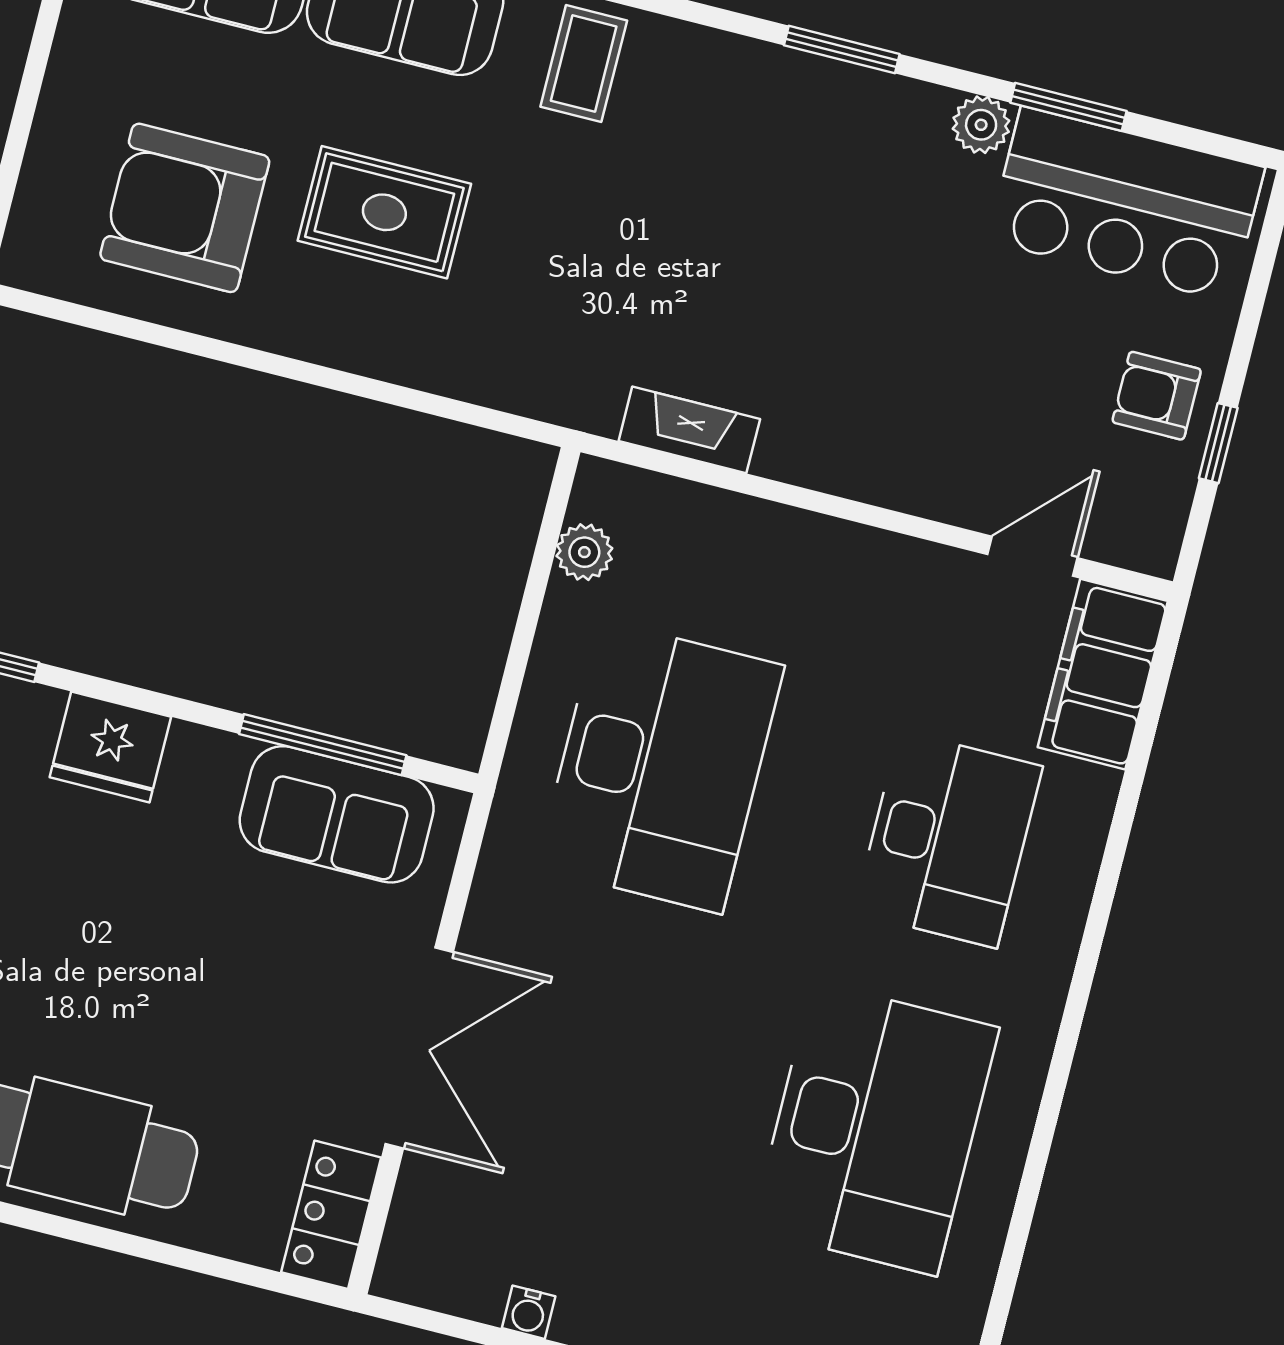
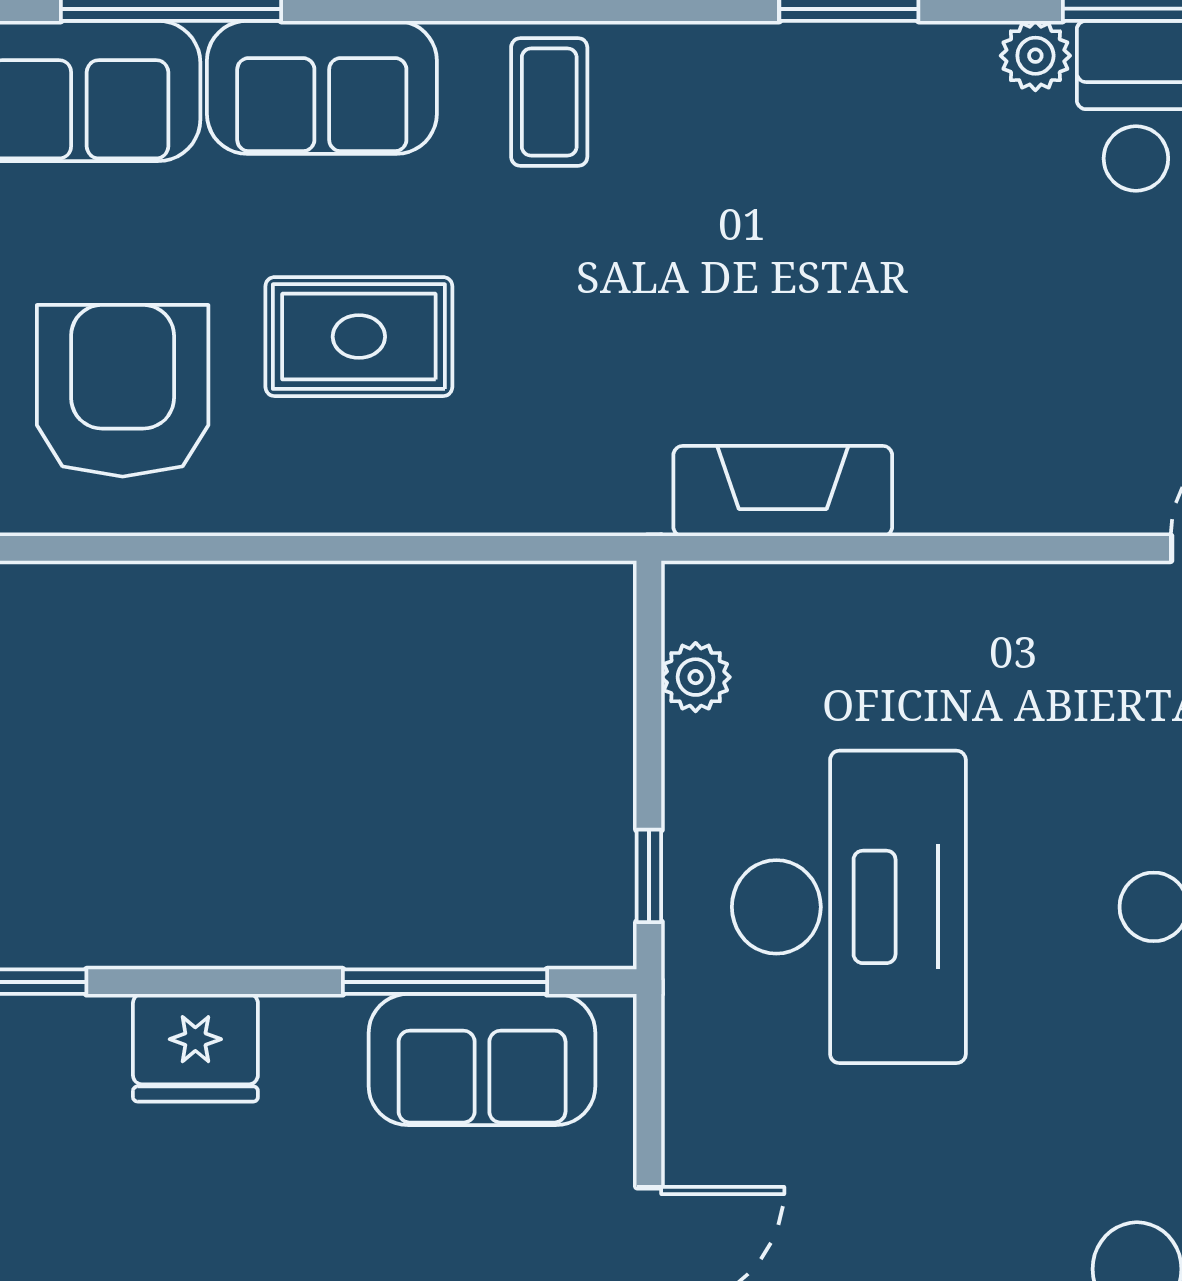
armchair: (185, 208) -> (123, 391), turned 90
fireplace: (689, 430) -> (783, 491), width x1.37, depth x1.32
window: (507, 701) -> (649, 876), added

